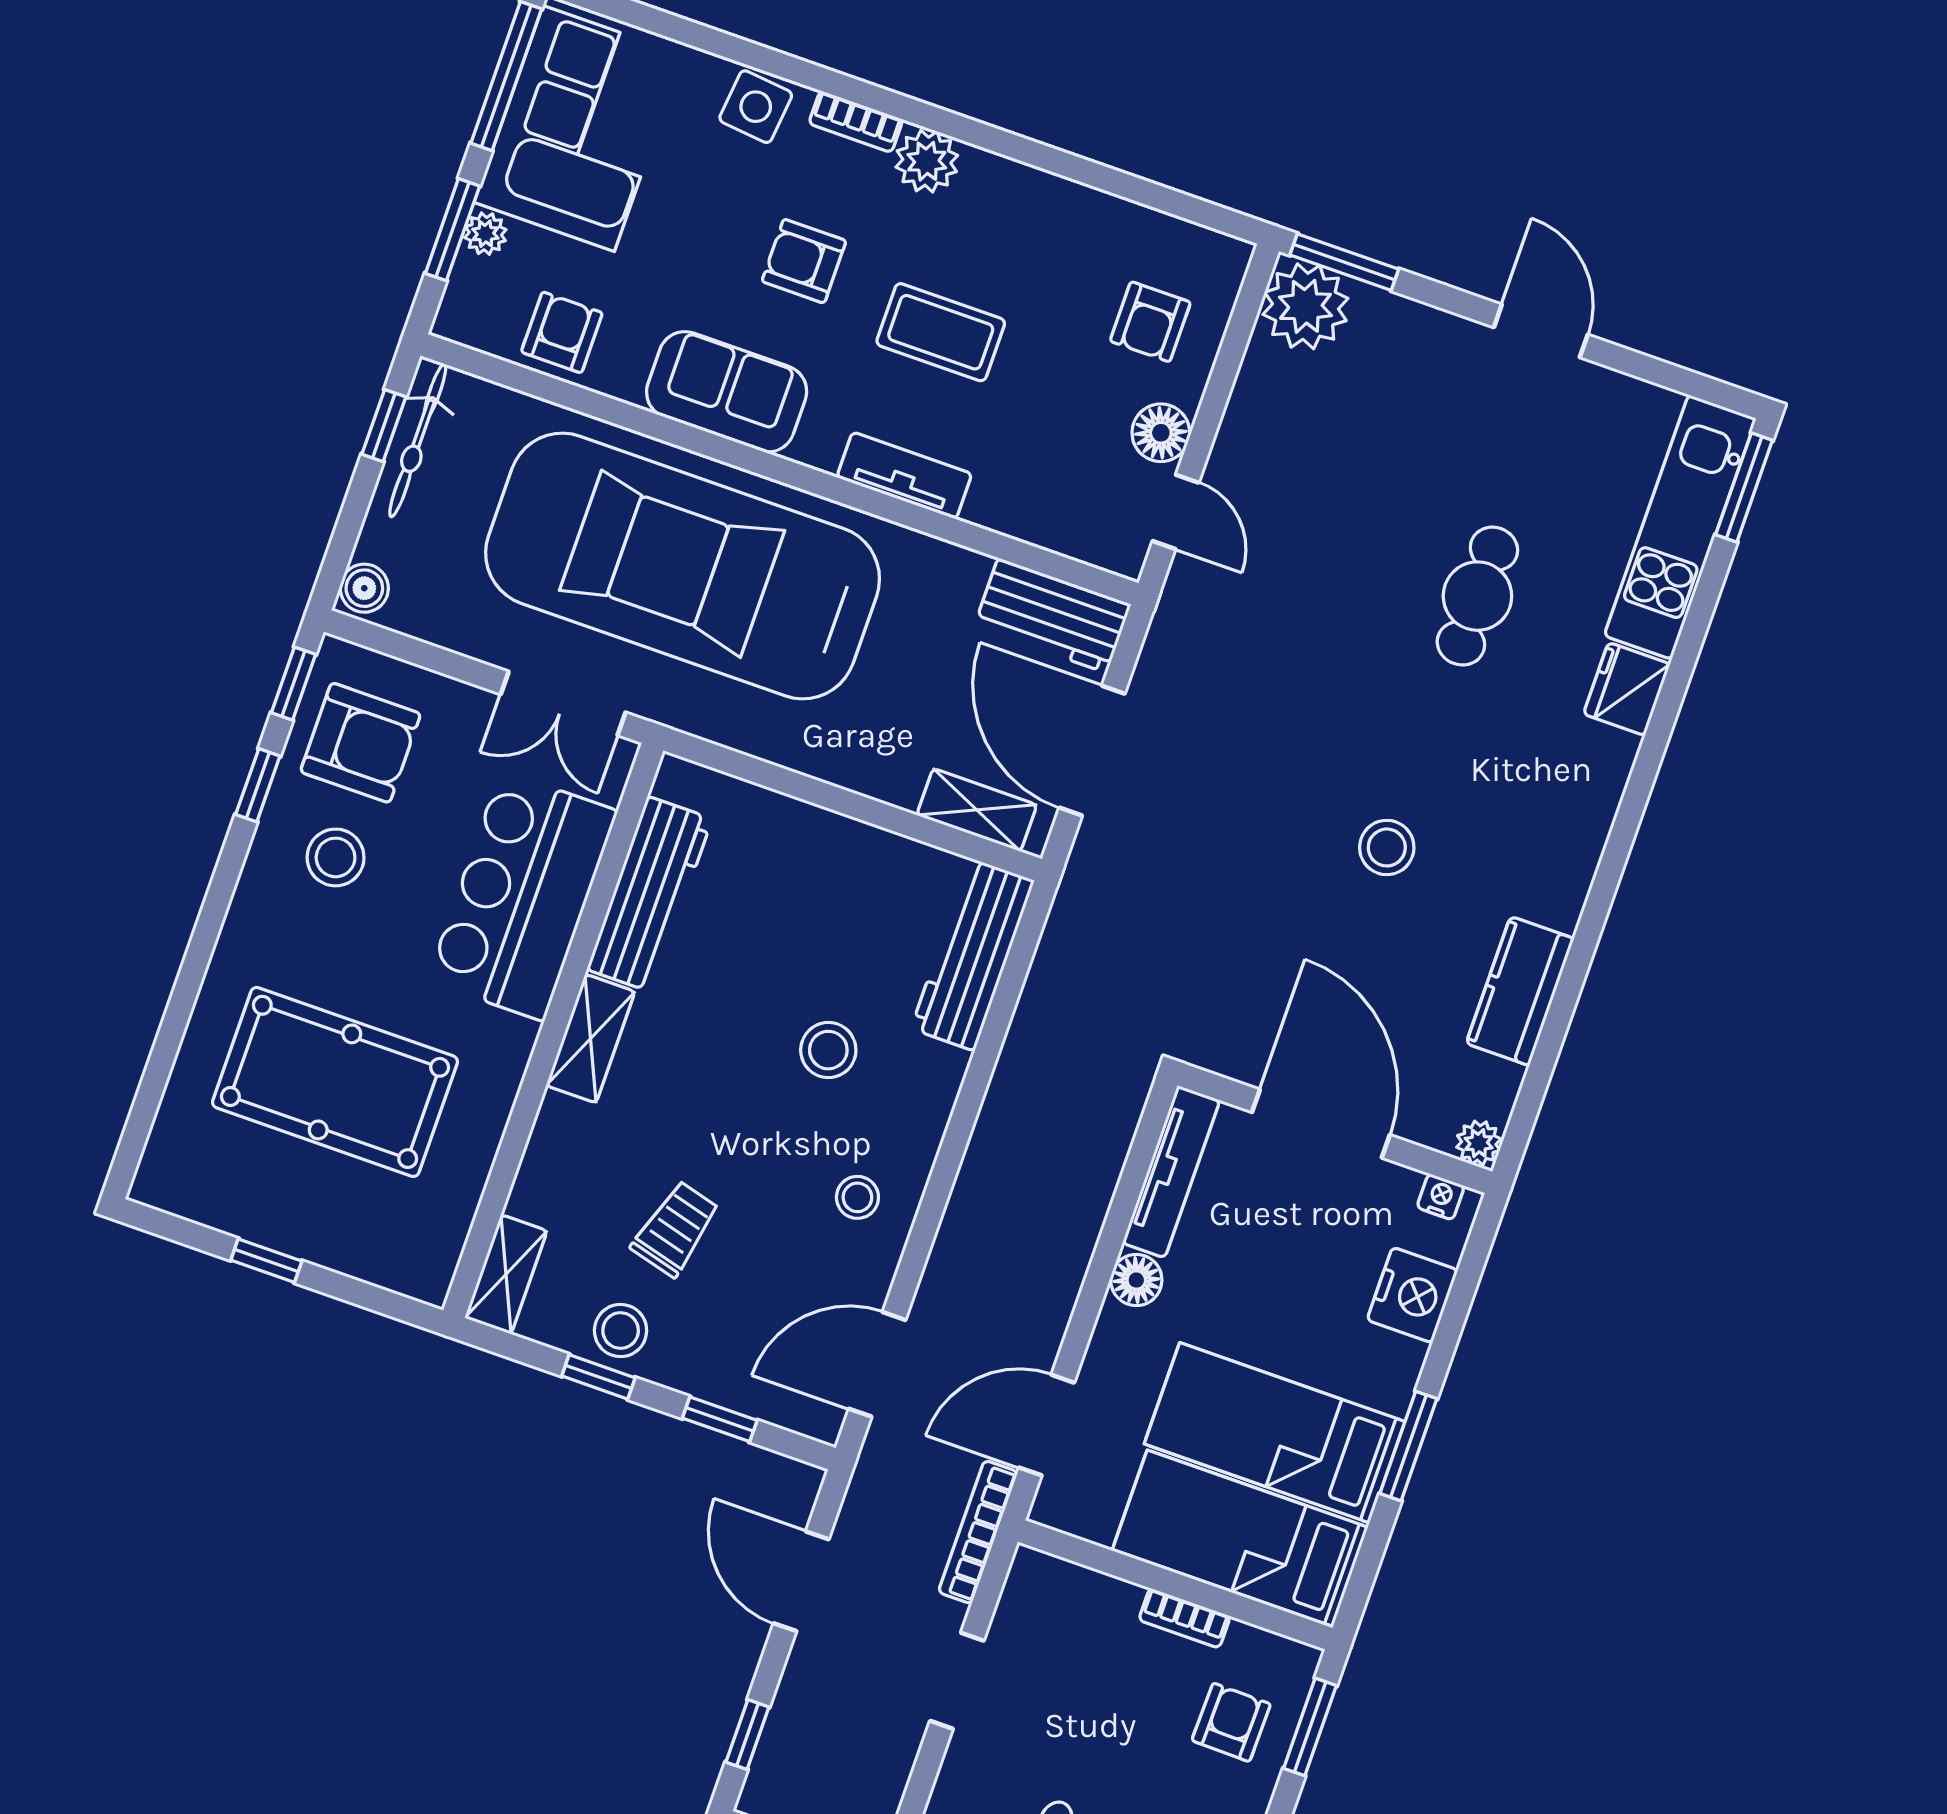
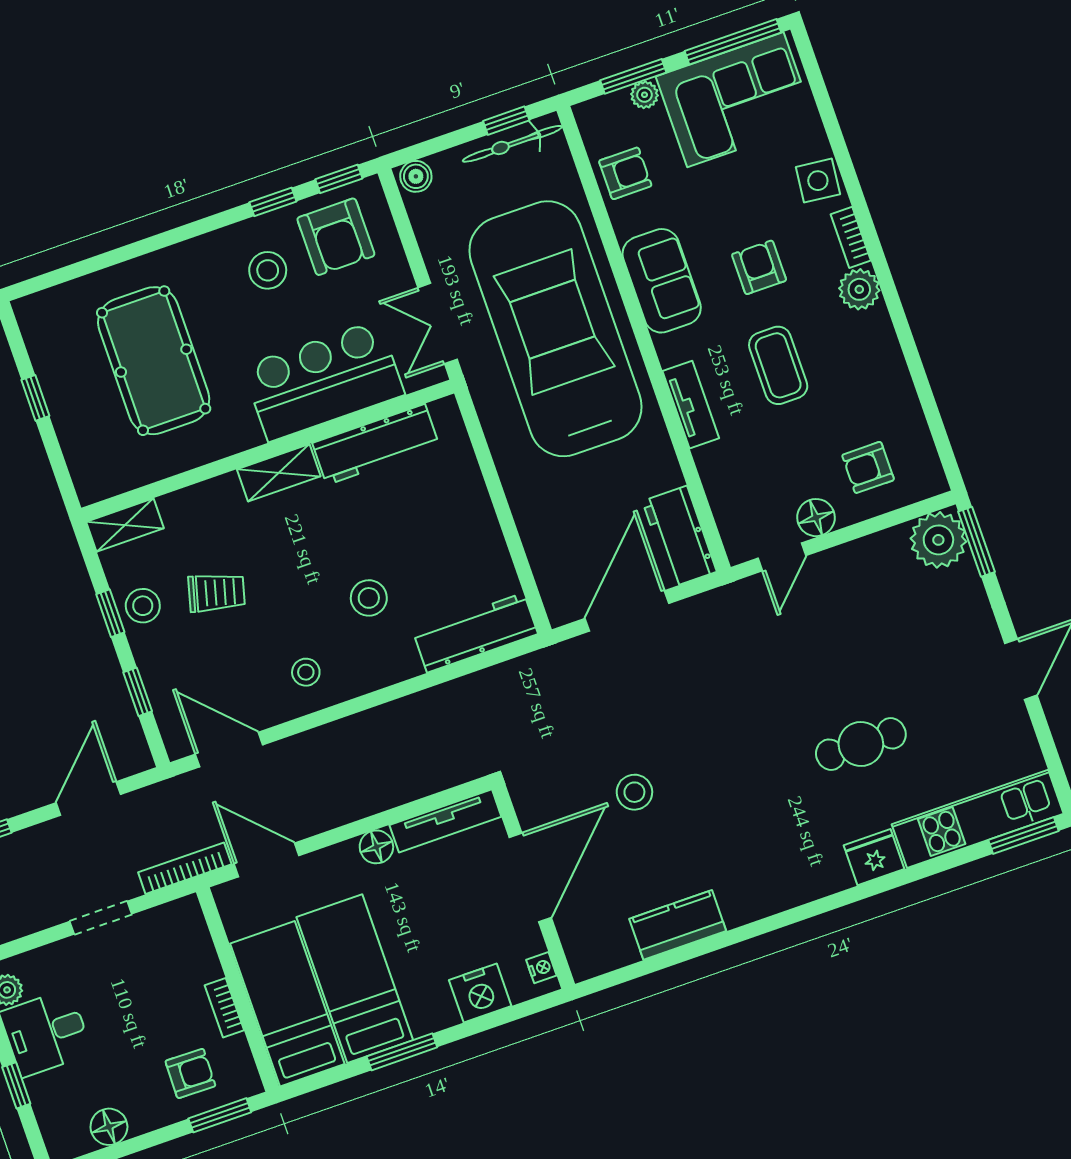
shelving: (977, 810) -> (550, 576), removed
stool: (1387, 847) -> (634, 792), moved
plant: (1479, 1143) -> (584, 965), removed

